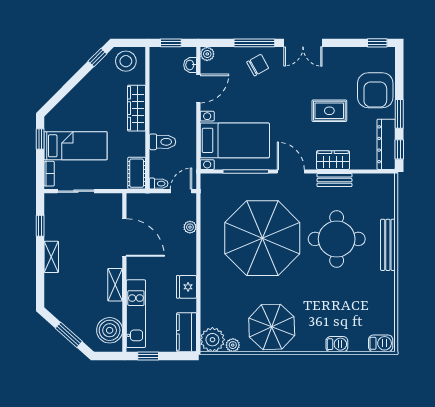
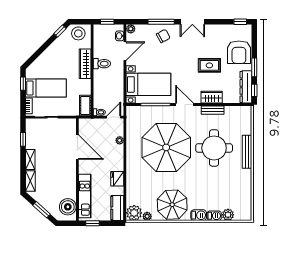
toilet: (163, 142) -> (102, 64), moved
shelving: (115, 285) -> (30, 181), moved
plant: (358, 343) -> (228, 215), added
barbecue: (381, 343) -> (199, 215), moved

